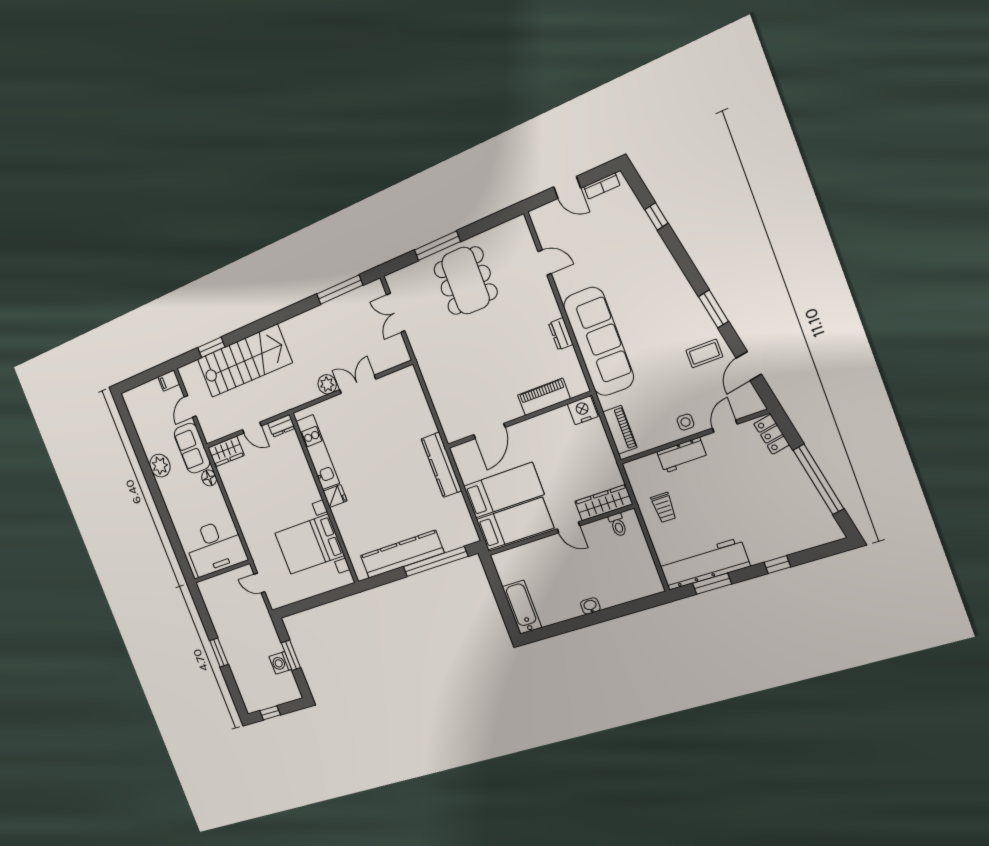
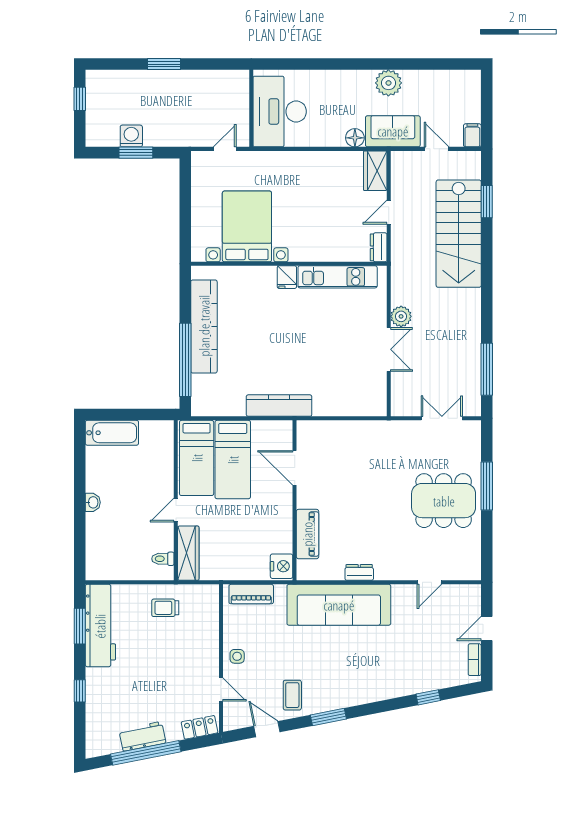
workbench: (682, 455) -> (142, 736), moved, turned 79

